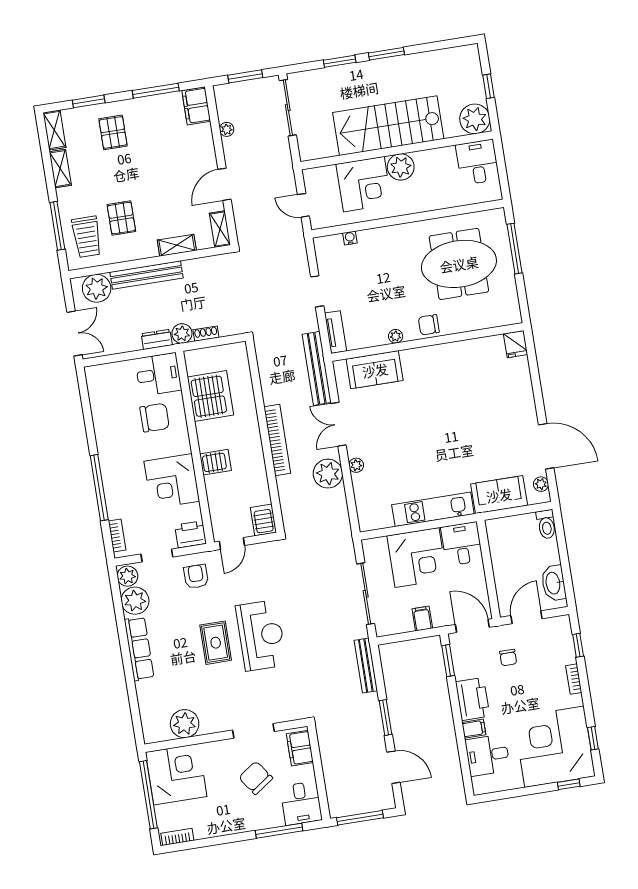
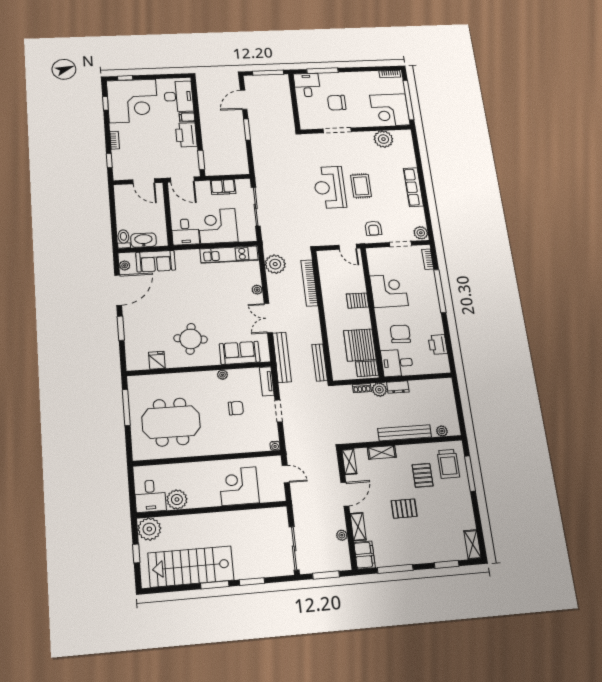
stairs: (388, 126) -> (191, 567), moved, turned 180
pallet: (113, 132) -> (404, 509), moved, turned 90
plant: (401, 167) -> (177, 499), moved
shelving: (60, 169) -> (358, 527), moved
trolley: (87, 237) -> (448, 464), turned 180
water cooler: (350, 238) -> (275, 446), moved
window: (514, 249) -> (126, 407), moved
plant: (97, 288) -> (442, 431), width x0.53, depth x0.53
chair: (429, 325) -> (236, 408), moved
double door: (75, 333) -> (457, 396), removed
fridge: (516, 344) -> (157, 360), moved
round table: (442, 384) -> (191, 339), added
window: (537, 391) -> (121, 328), added
chair: (155, 418) -> (400, 334), turned 92
double door: (339, 424) -> (268, 318), swing flipped
bookcase: (277, 440) -> (309, 283), moved
door: (546, 446) -> (118, 290), swing flipped
plant: (328, 474) -> (275, 264), moved
kitchen unit: (433, 509) -> (229, 255), moved
server rack: (263, 520) -> (367, 369), moved, turned 90
printer: (191, 534) -> (438, 345), moved, turned 90
door: (232, 543) -> (348, 247), swing flipped
washbasin: (554, 583) -> (144, 240), moved, turned -90
plant: (135, 601) -> (416, 217), removed
door: (527, 617) -> (144, 181), hinge flipped
filing cabinet: (422, 619) -> (223, 187), width x2.00
chair: (508, 658) -> (159, 158), removed
bench: (366, 666) -> (320, 362), moved
filing cabinet: (300, 748) -> (306, 117), removed
desk: (488, 755) -> (179, 96), width x1.37
door: (393, 767) -> (244, 100), hinge flipped
chair: (256, 778) -> (337, 103), turned 125

